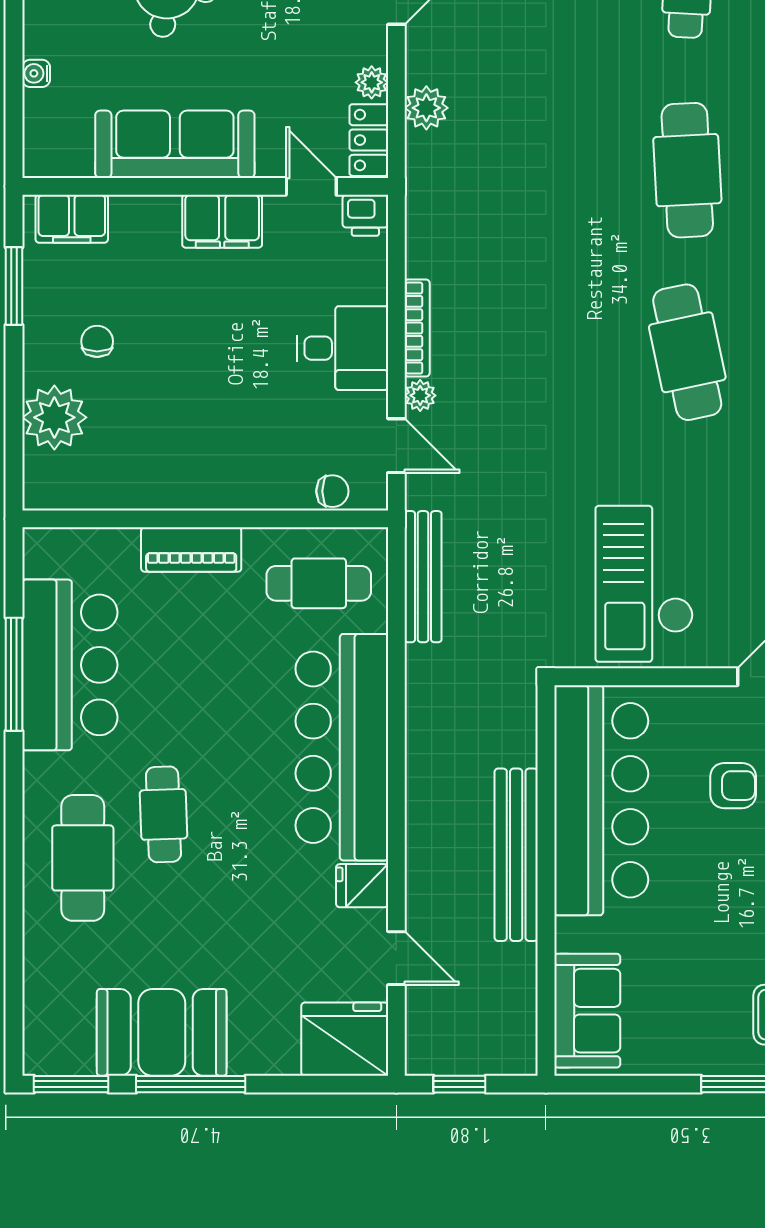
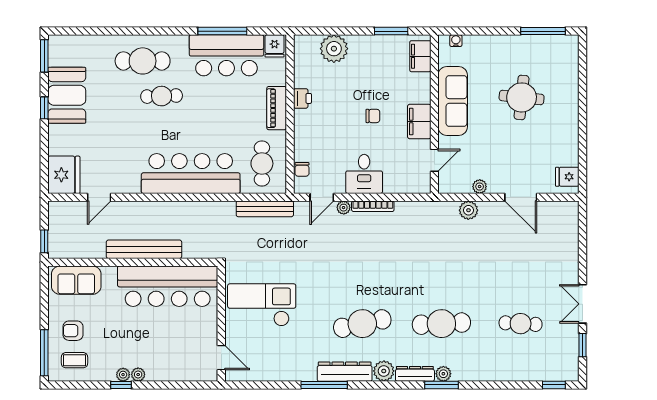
water cooler: (36, 73) -> (456, 41), moved
locker: (369, 140) -> (455, 185), removed
printer: (365, 215) -> (302, 98), moved, turned 180
chair: (97, 341) -> (373, 116), moved
armchair: (733, 786) -> (73, 331), moved, turned 90
fridge: (362, 886) -> (275, 46), moved, turned 180
window: (191, 1084) -> (44, 108), width x0.46
window: (459, 1084) -> (44, 241), moved

